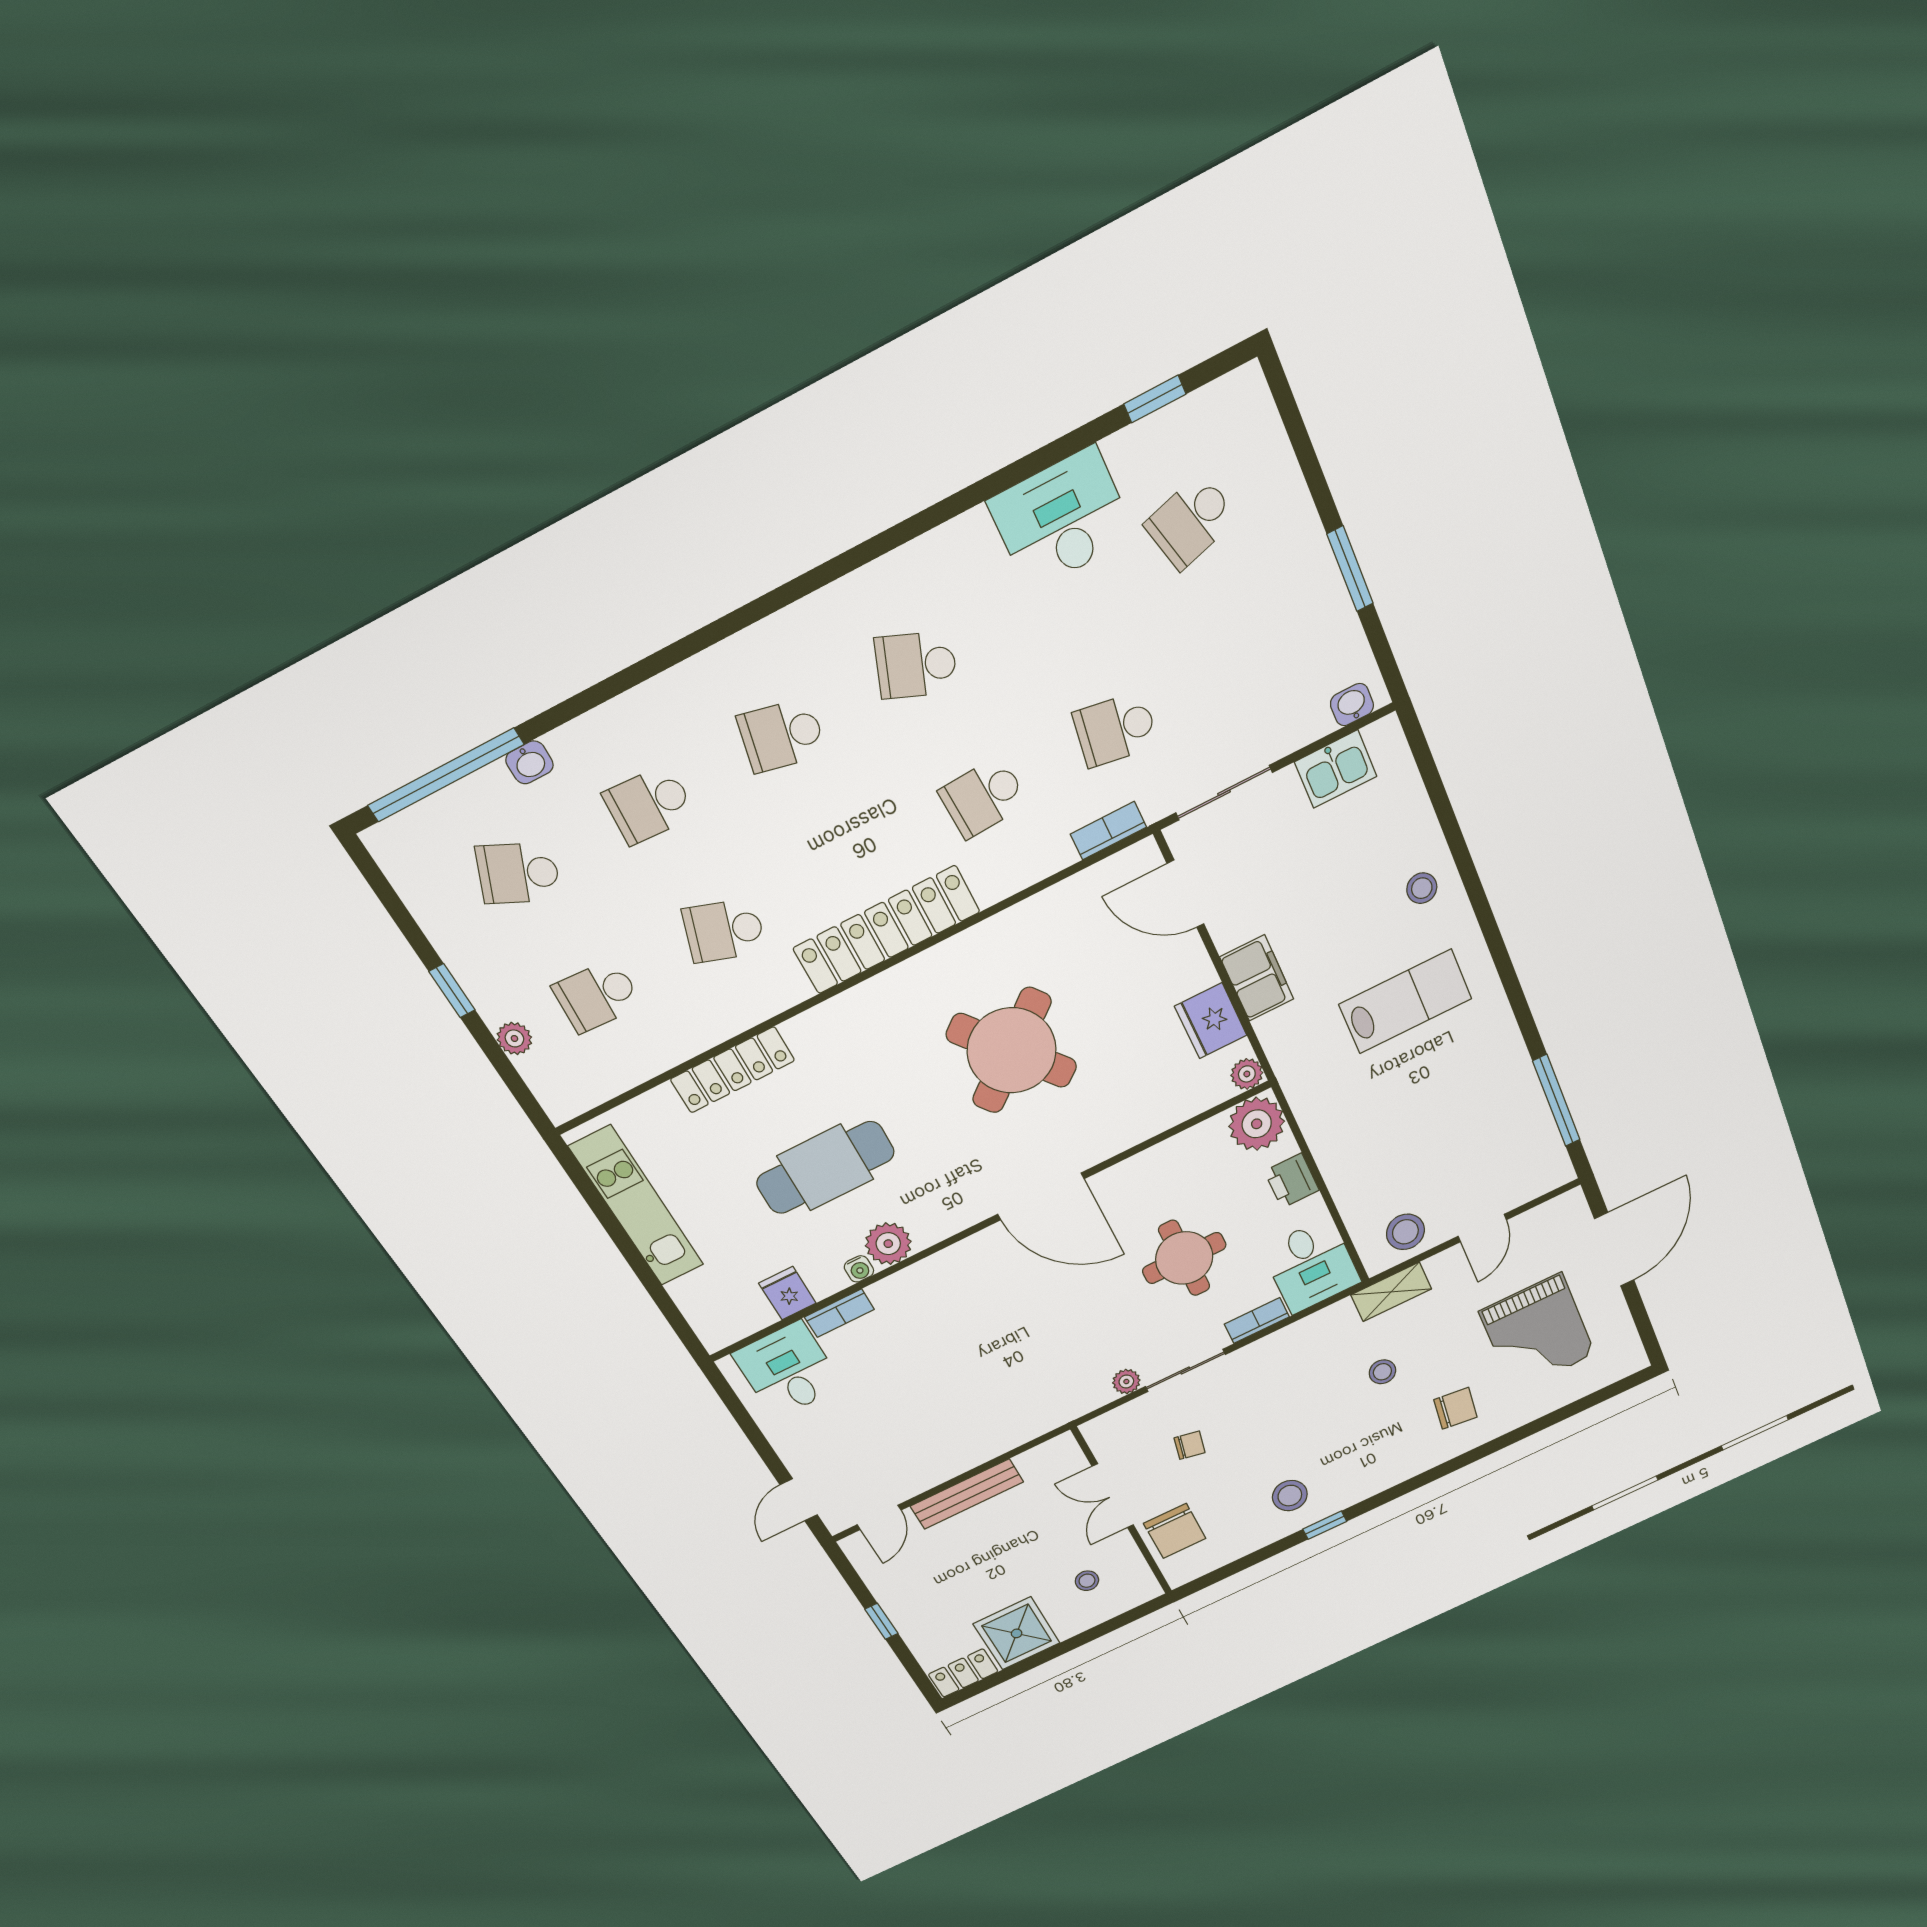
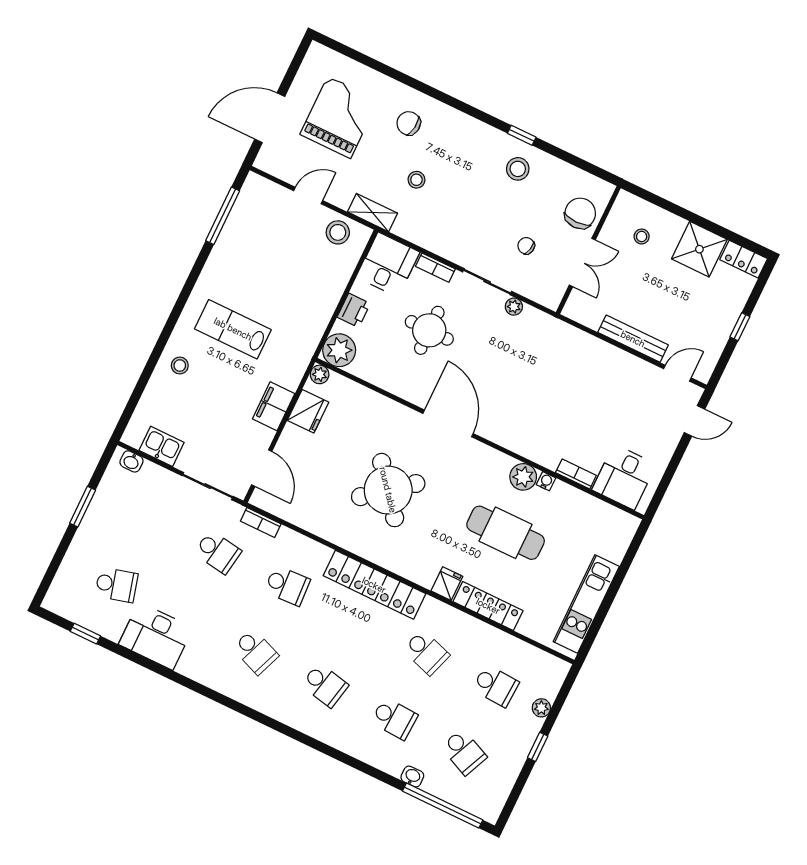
fridge: (787, 1293) -> (447, 584), moved, turned 180

